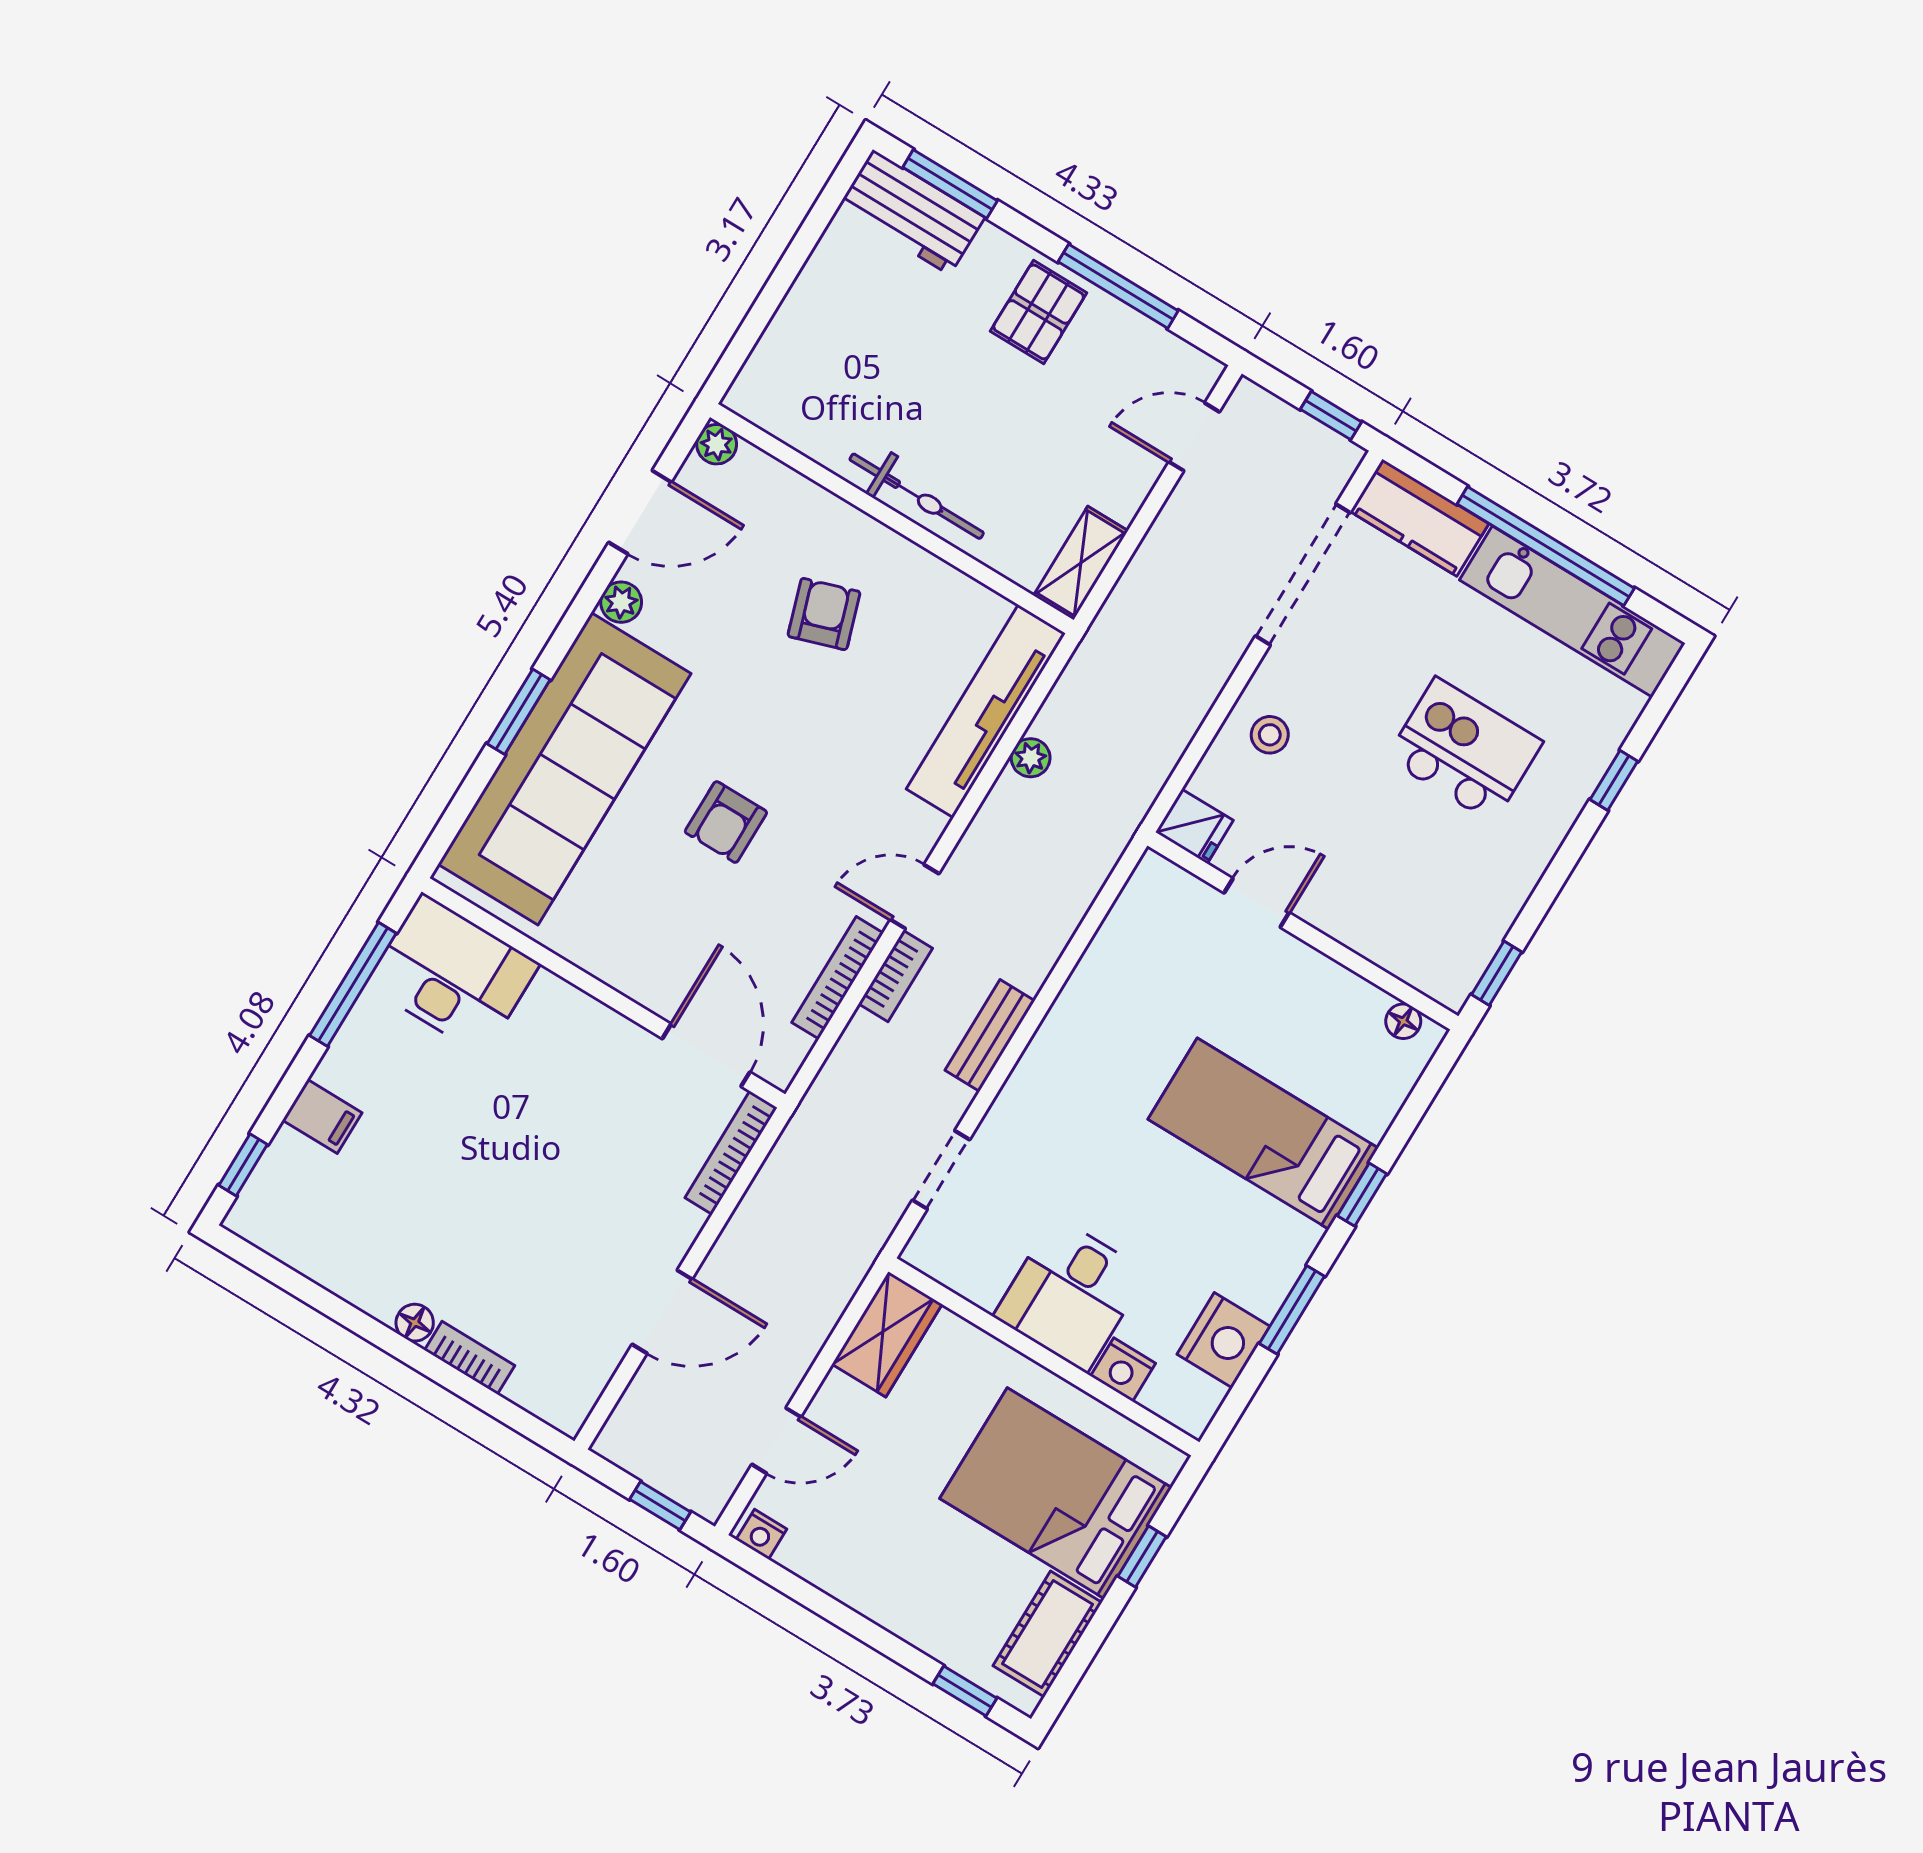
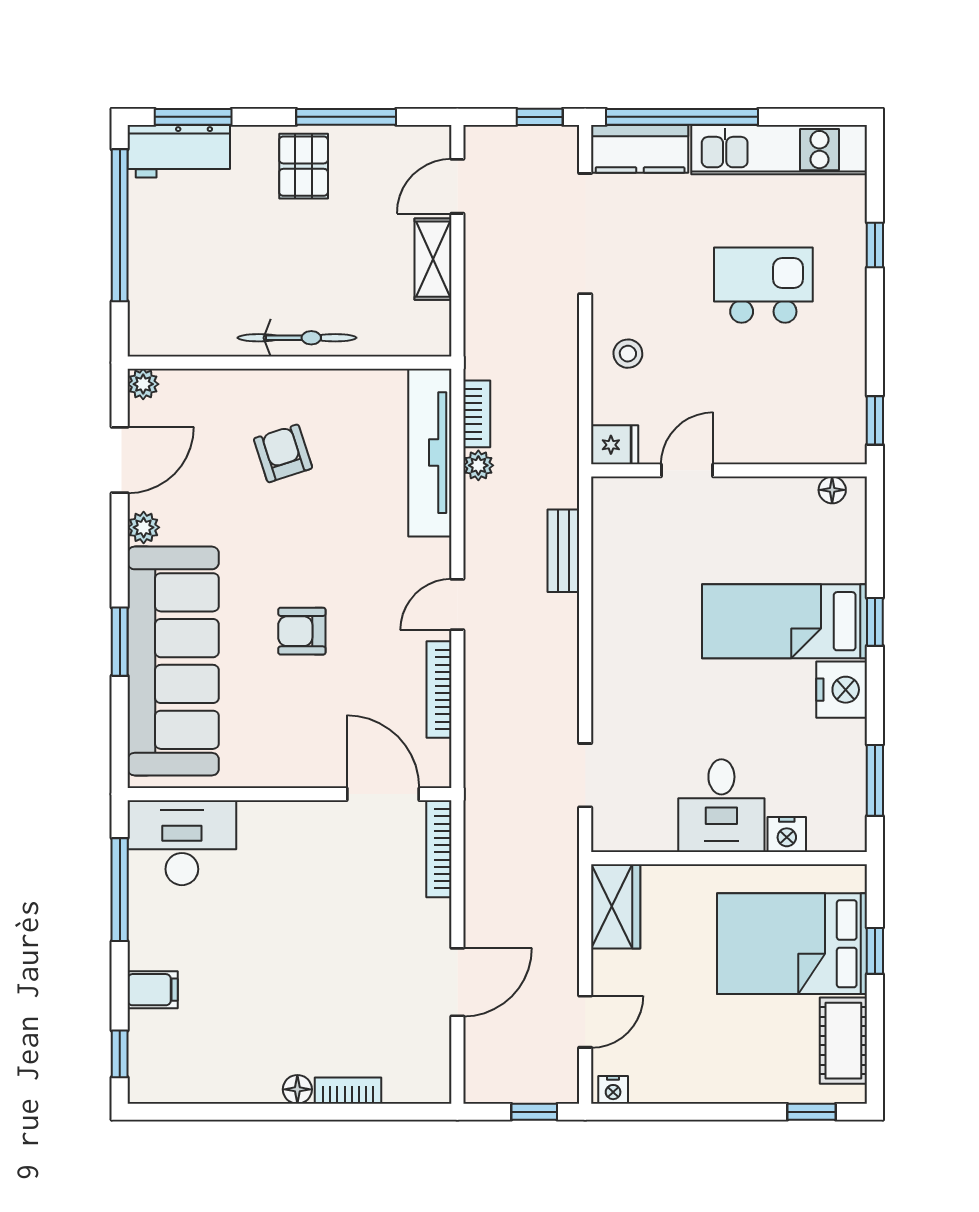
window: (797, 254) -> (120, 225), added
window: (1546, 546) -> (682, 117), moved
shelving: (1081, 563) -> (433, 259), moved
armchair: (726, 822) -> (302, 631), turned 90
bookcase: (896, 976) -> (477, 414), moved
bench: (990, 1035) -> (563, 551), moved
window: (1292, 1310) -> (875, 780), moved
nightstand: (1223, 1340) -> (842, 690), moved

